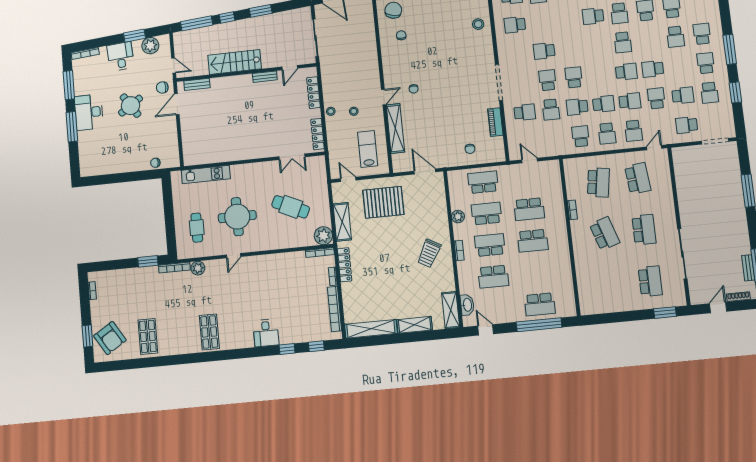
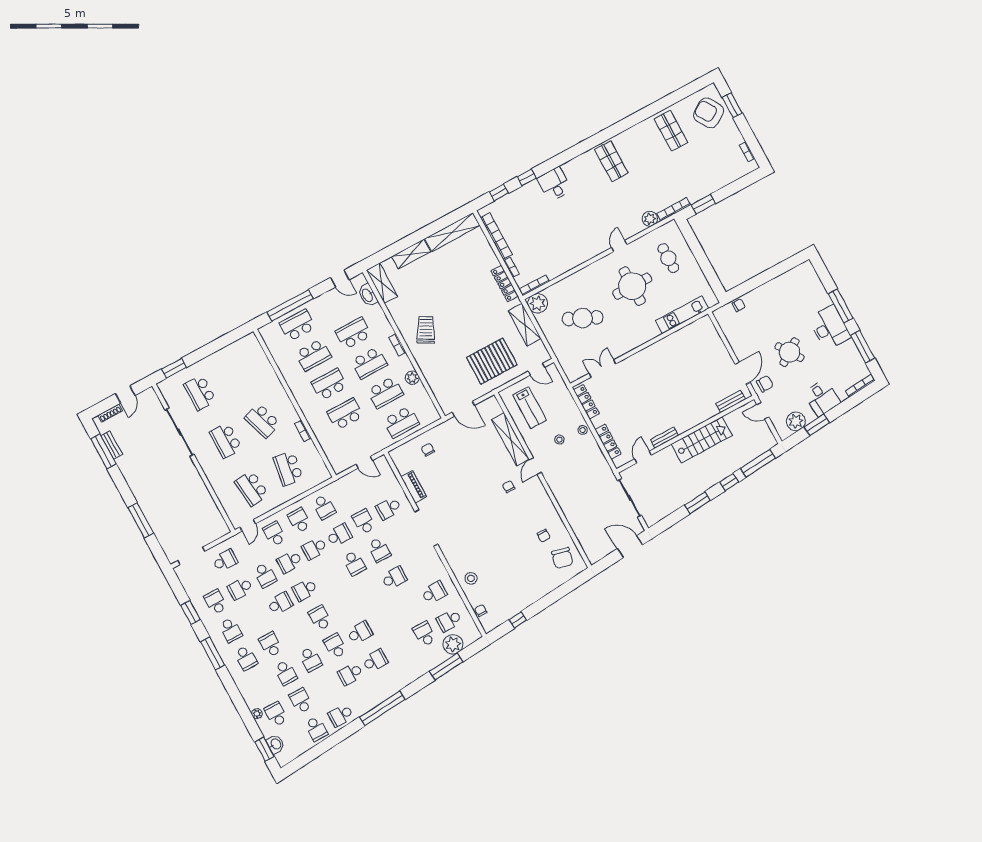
school desk: (536, 272) -> (313, 355), added

